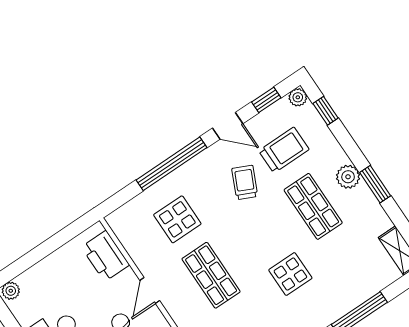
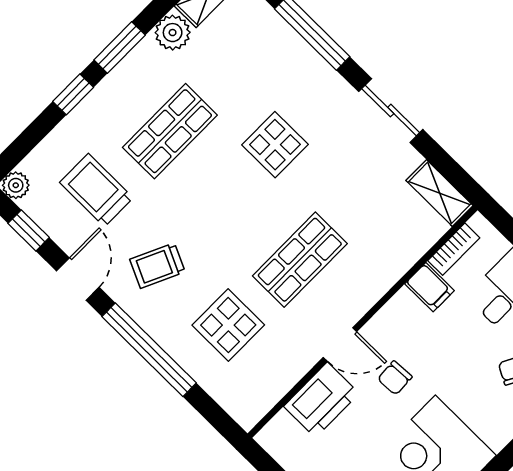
window: (326, 111) -> (73, 94), moved
plant: (348, 177) -> (173, 33), moved
trolley: (245, 182) -> (157, 266), moved
printer: (105, 256) -> (321, 400), moved

